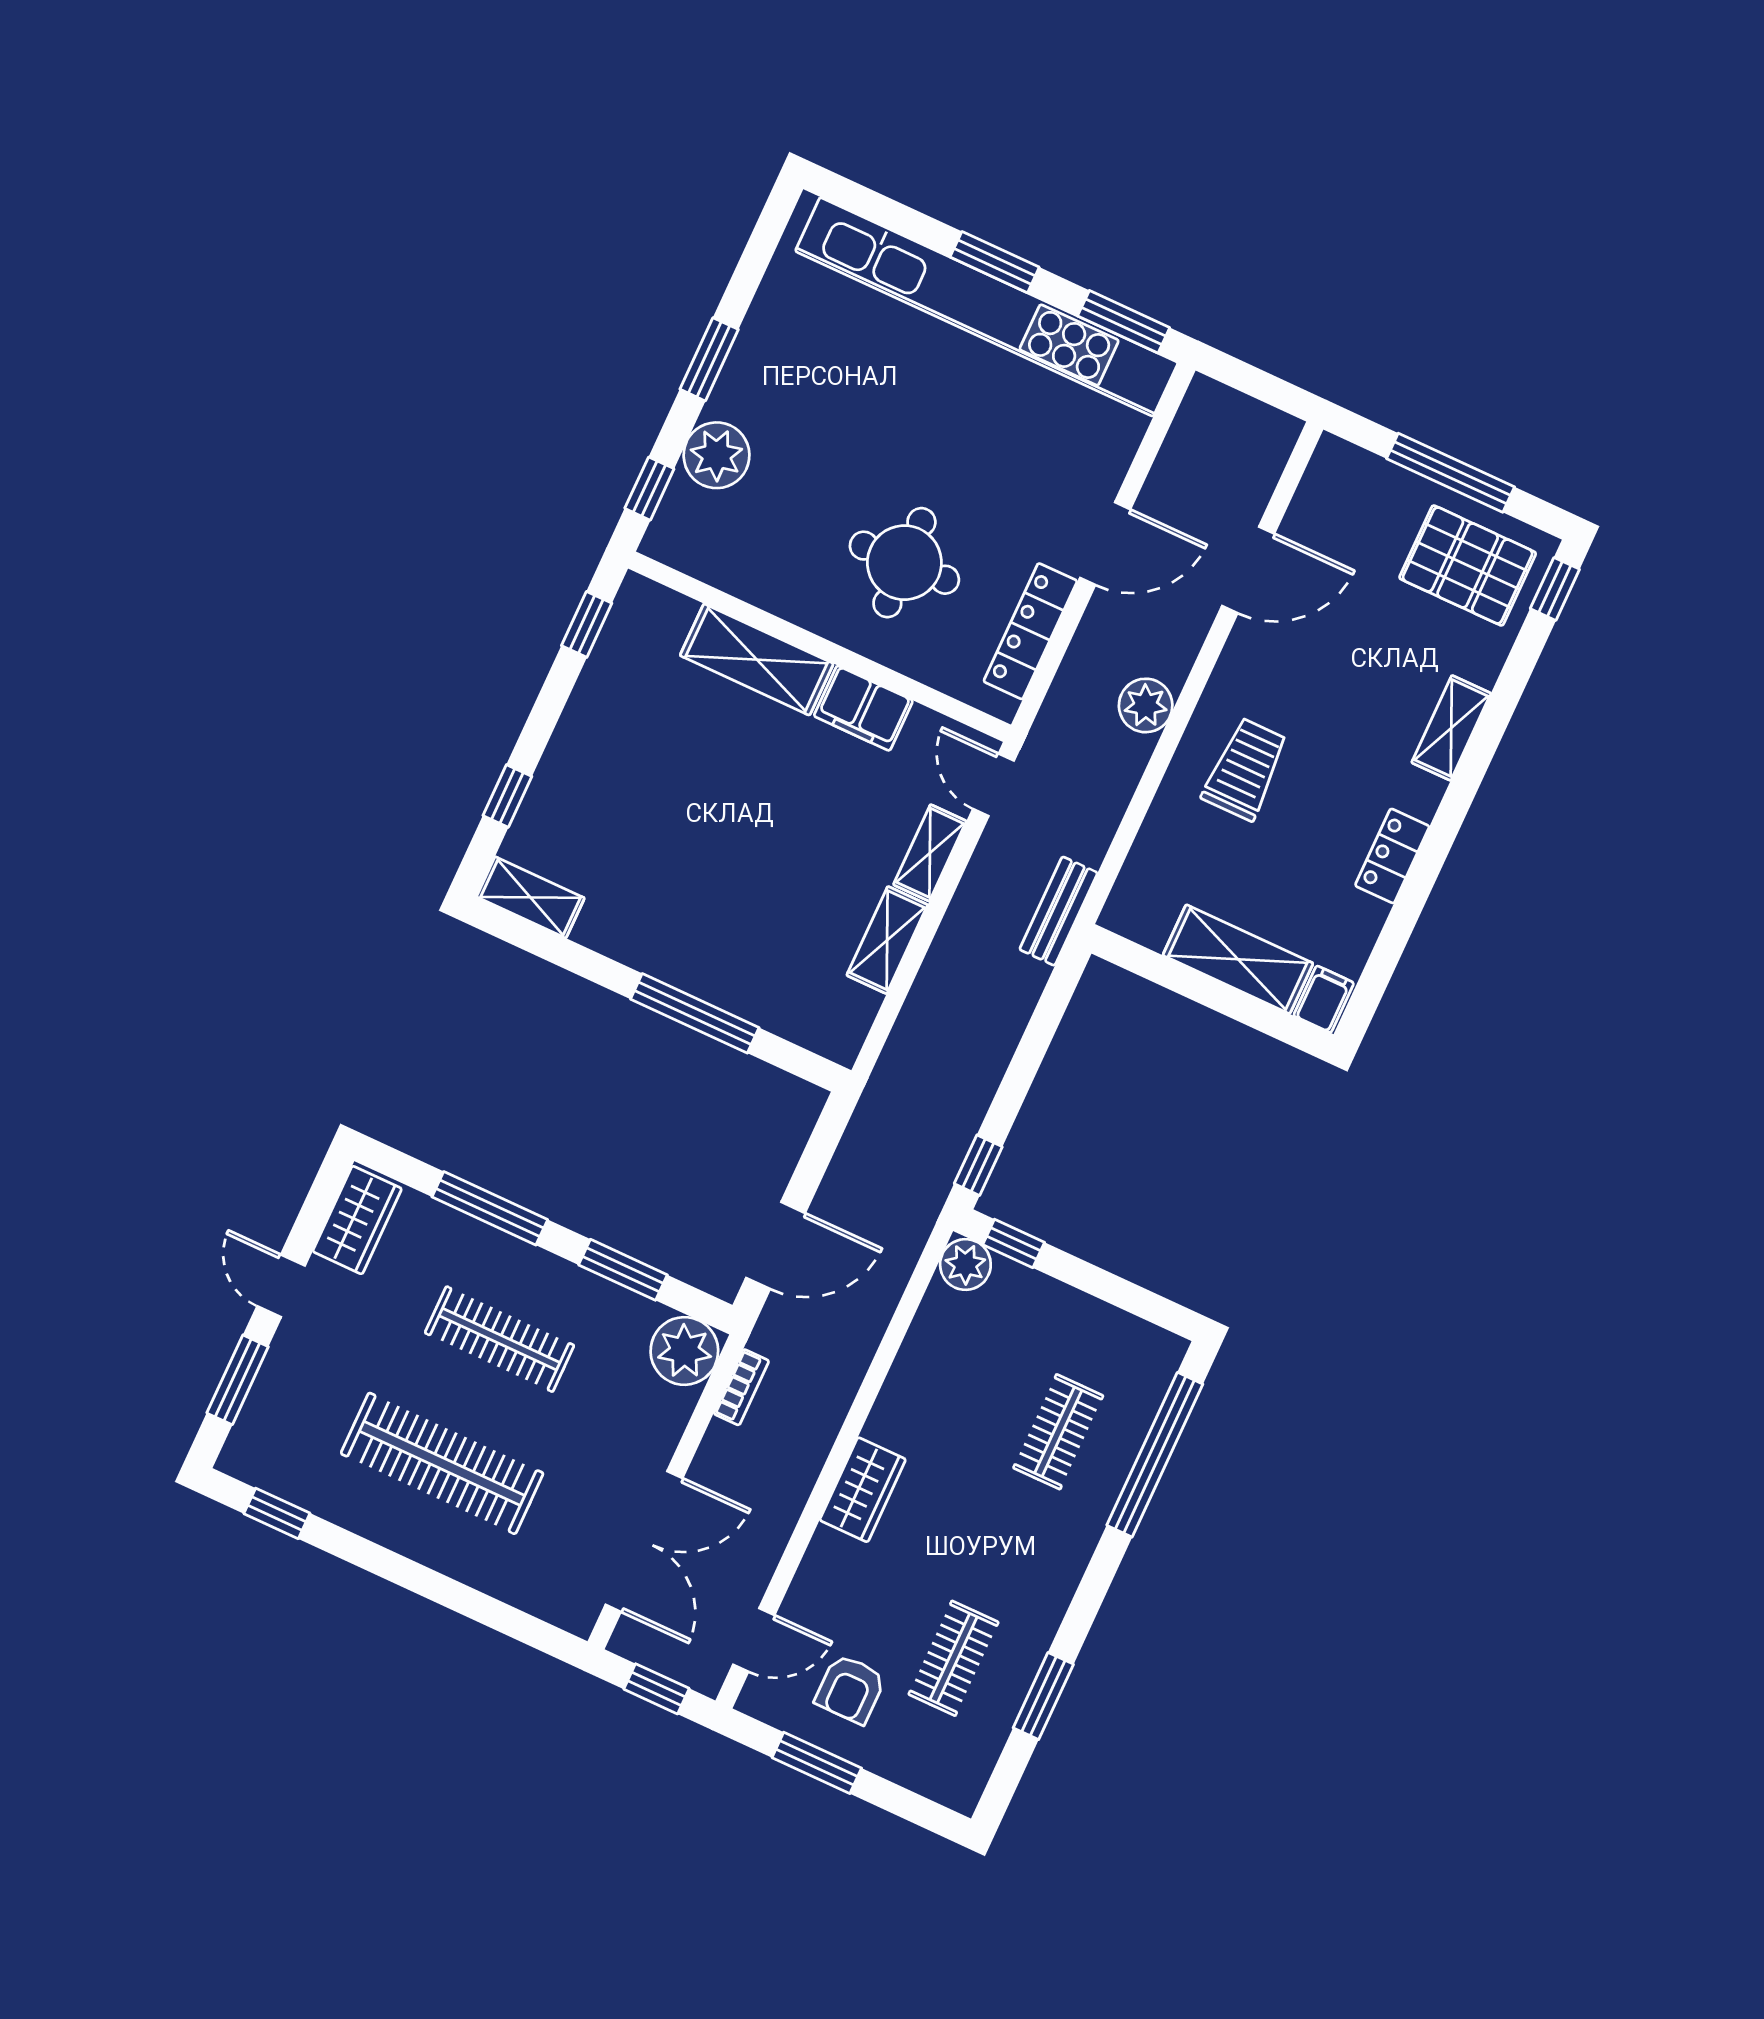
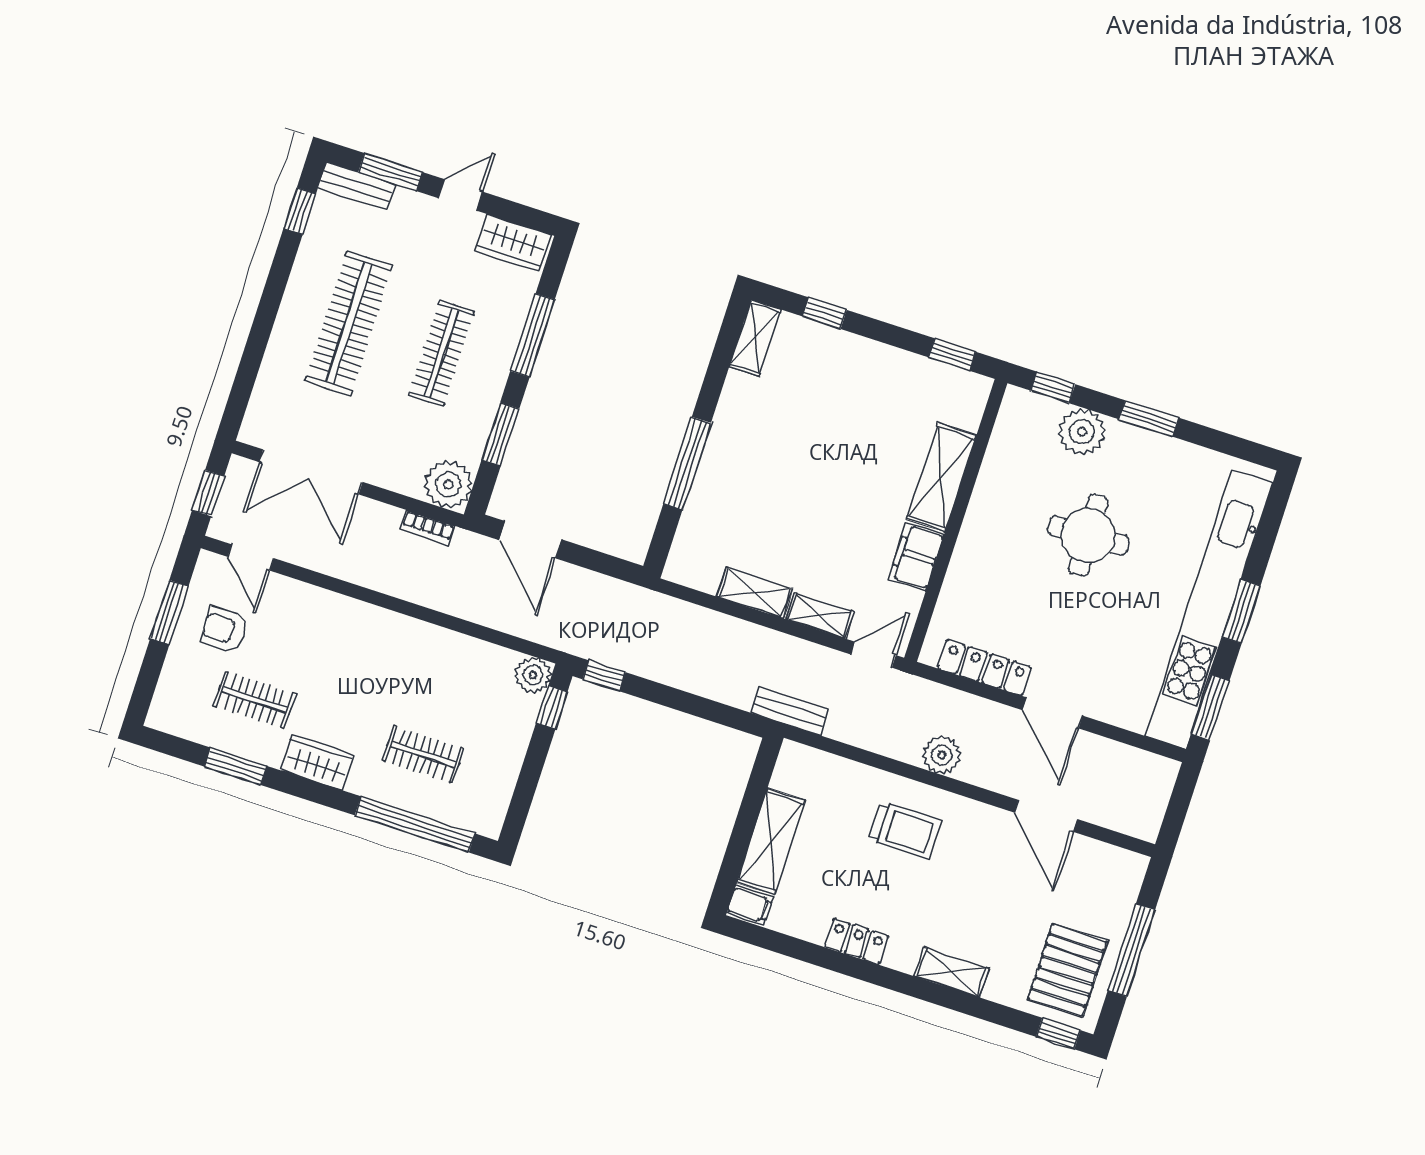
round table: (904, 563) -> (1088, 535), moved
bench: (251, 1430) -> (356, 186), added
wardrobe: (863, 1490) -> (318, 763), moved, turned 180

